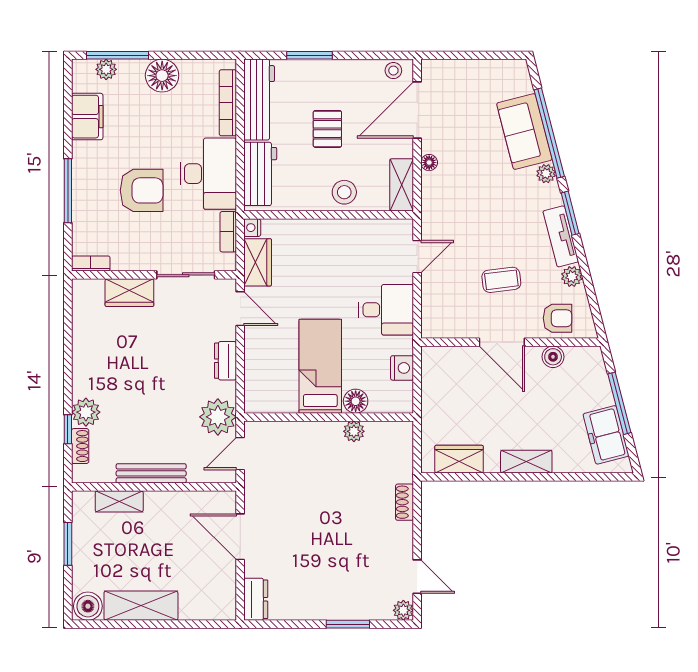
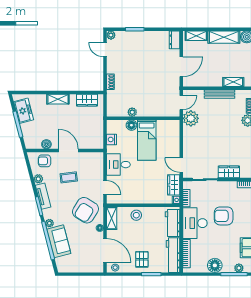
door: (417, 110) -> (105, 251), hinge flipped
pallet: (327, 129) -> (142, 259), moved
armchair: (462, 204) -> (85, 210), added
door: (417, 257) -> (105, 187), swing flipped
dresser: (225, 361) -> (188, 143), removed
door: (240, 537) -> (181, 67), hinge flipped
shelving: (205, 609) -> (196, 36), added

